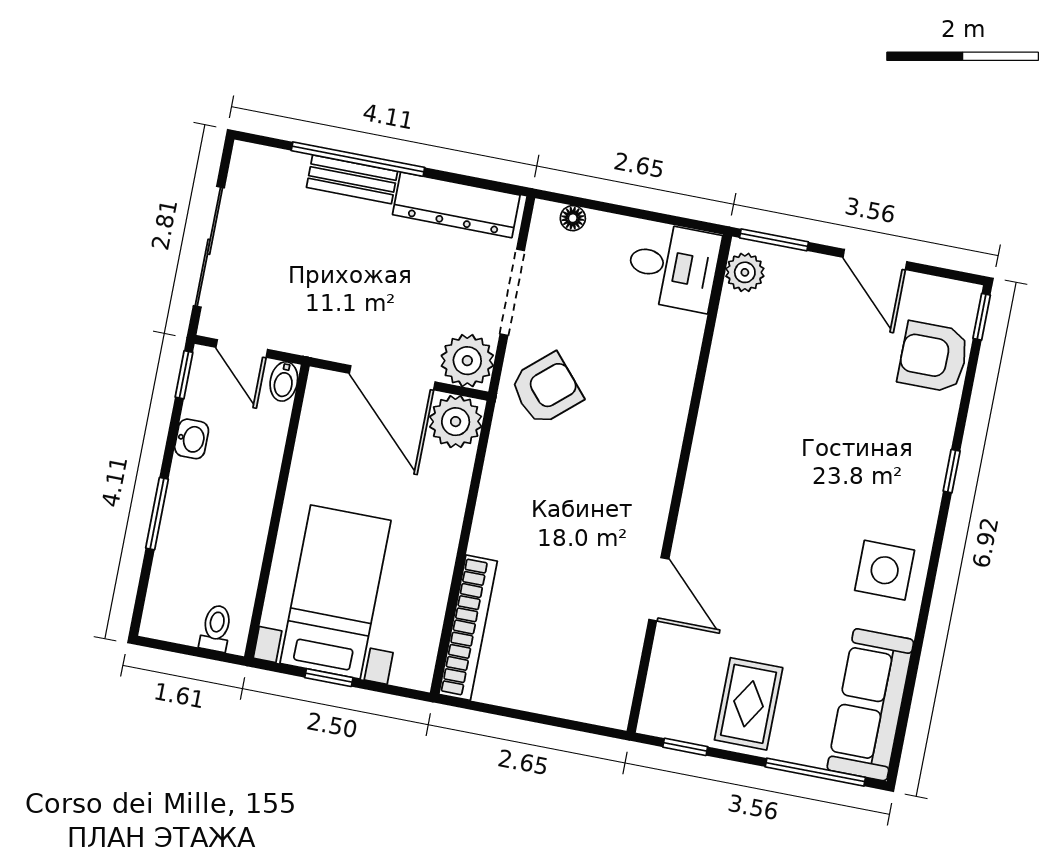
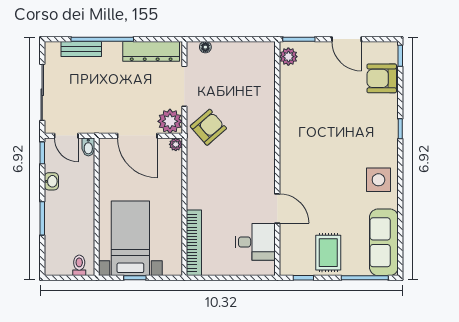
bench: (352, 179) -> (81, 49), moved
desk: (673, 267) -> (255, 242), moved
plant: (456, 422) -> (176, 144), width x0.53, depth x0.53

